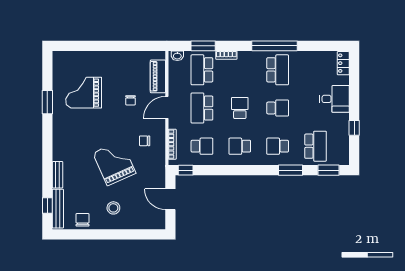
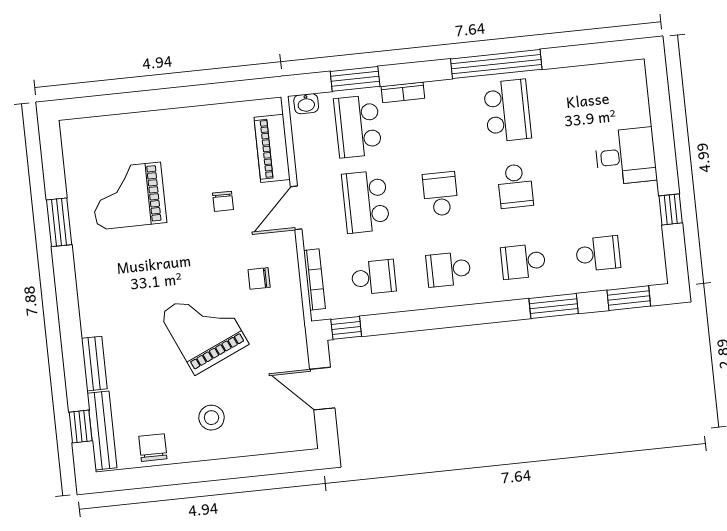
locker: (343, 63) -> (635, 84), removed
school desk: (278, 108) -> (515, 186), turned 90
school desk: (315, 146) -> (598, 254), width x0.54

